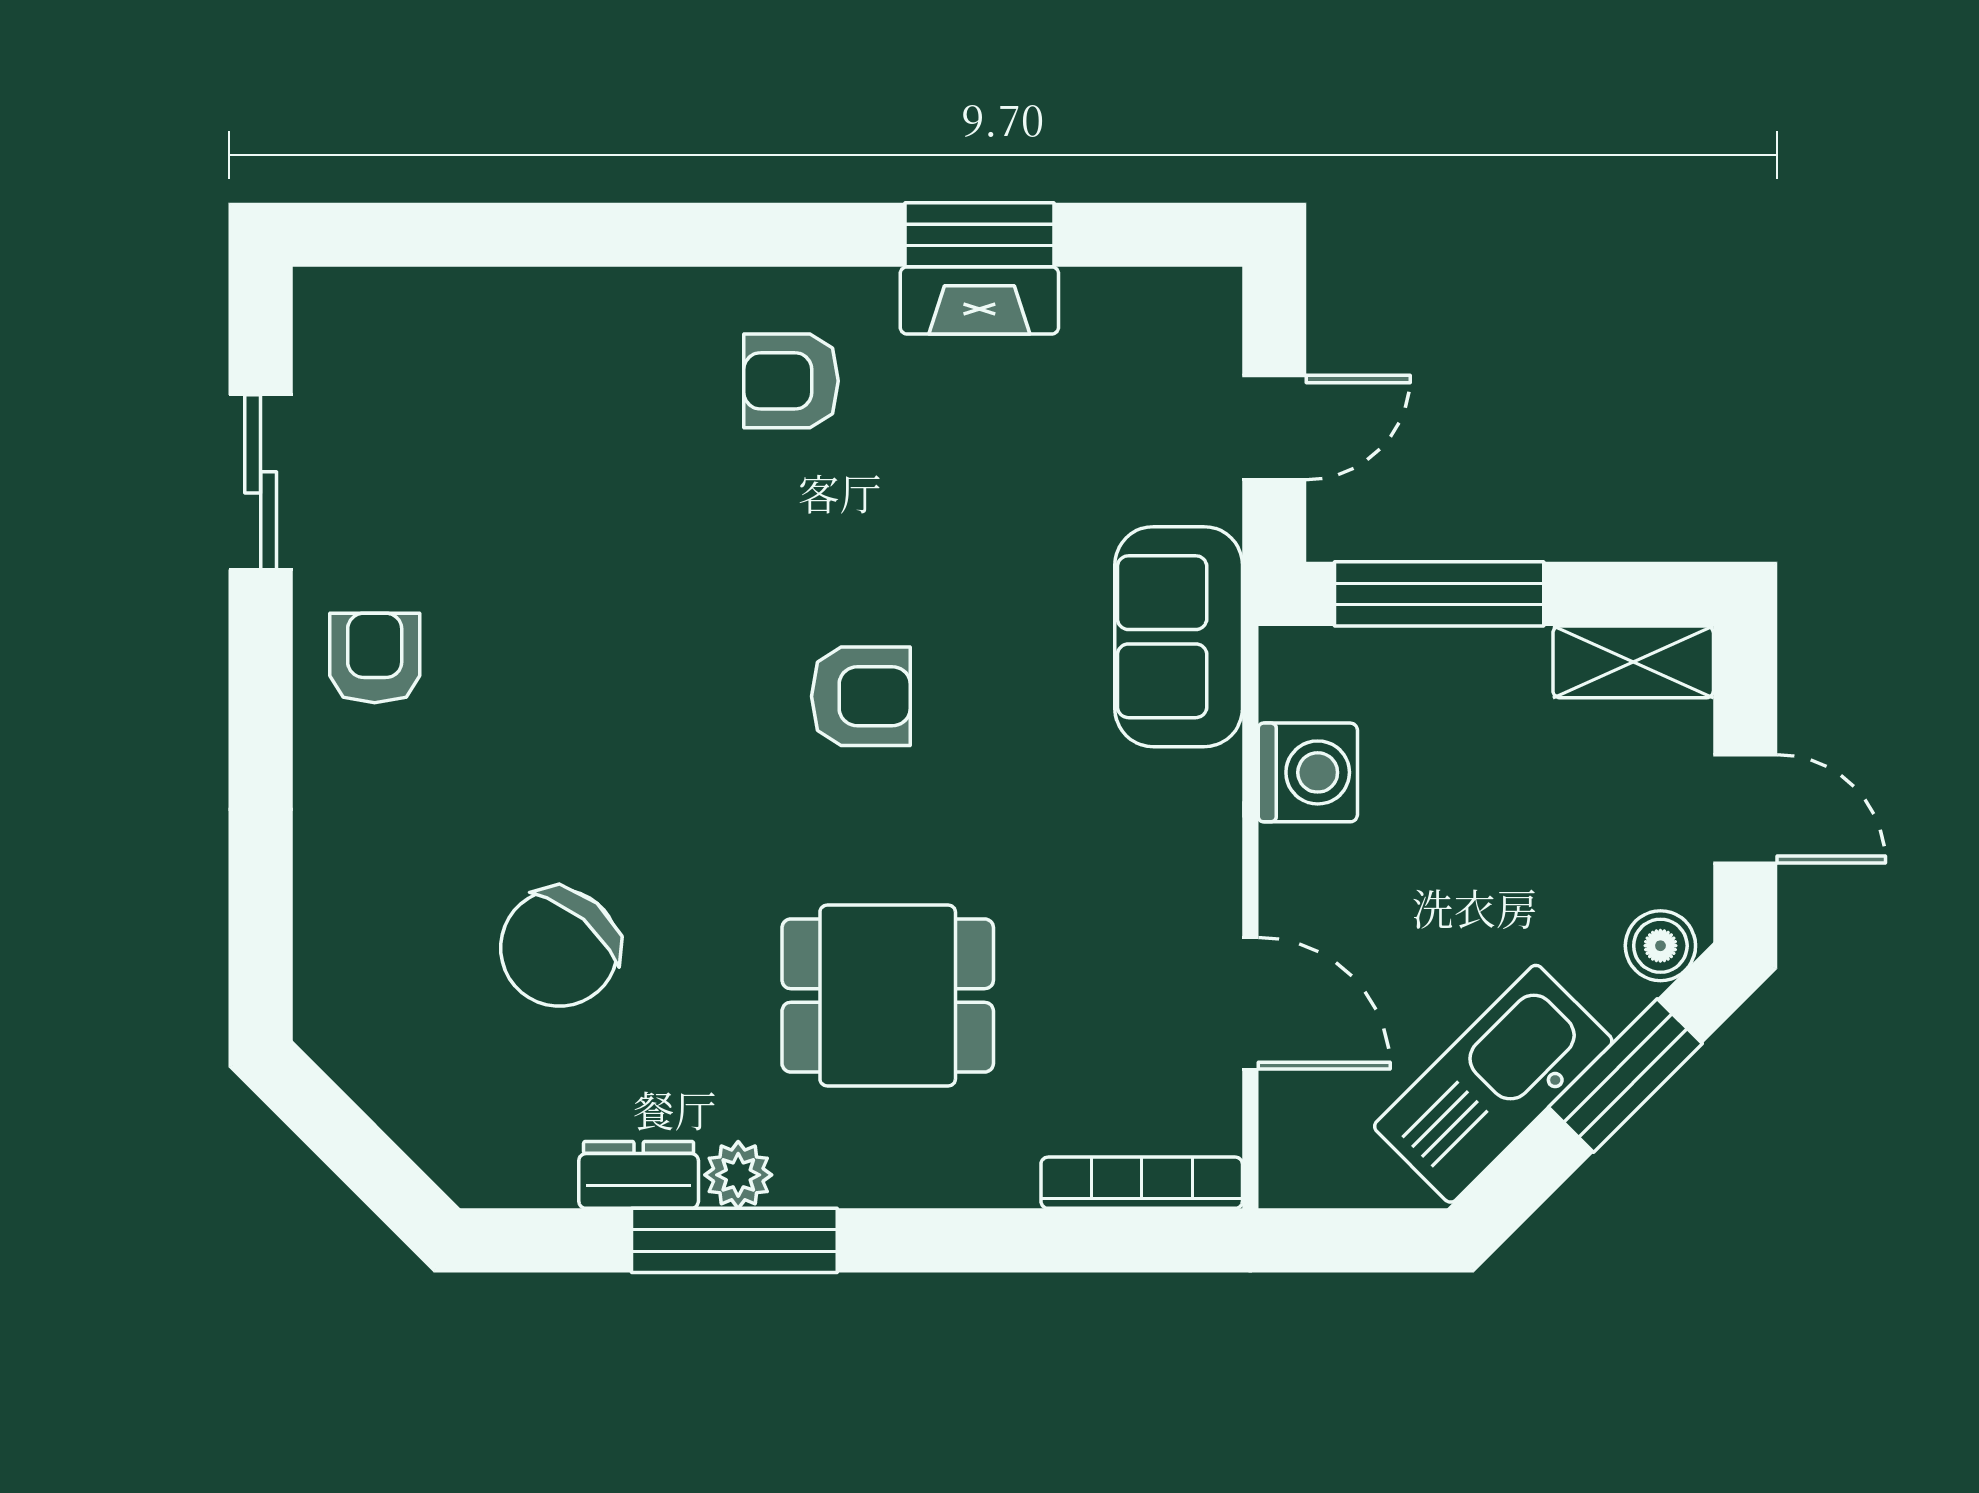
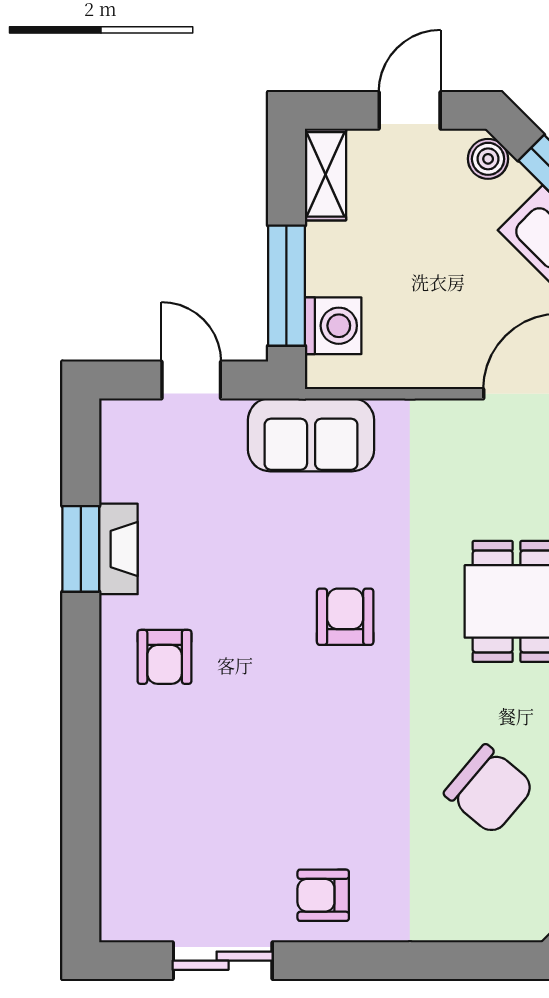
washing machine: (1308, 772) -> (333, 326), moved, turned 90

